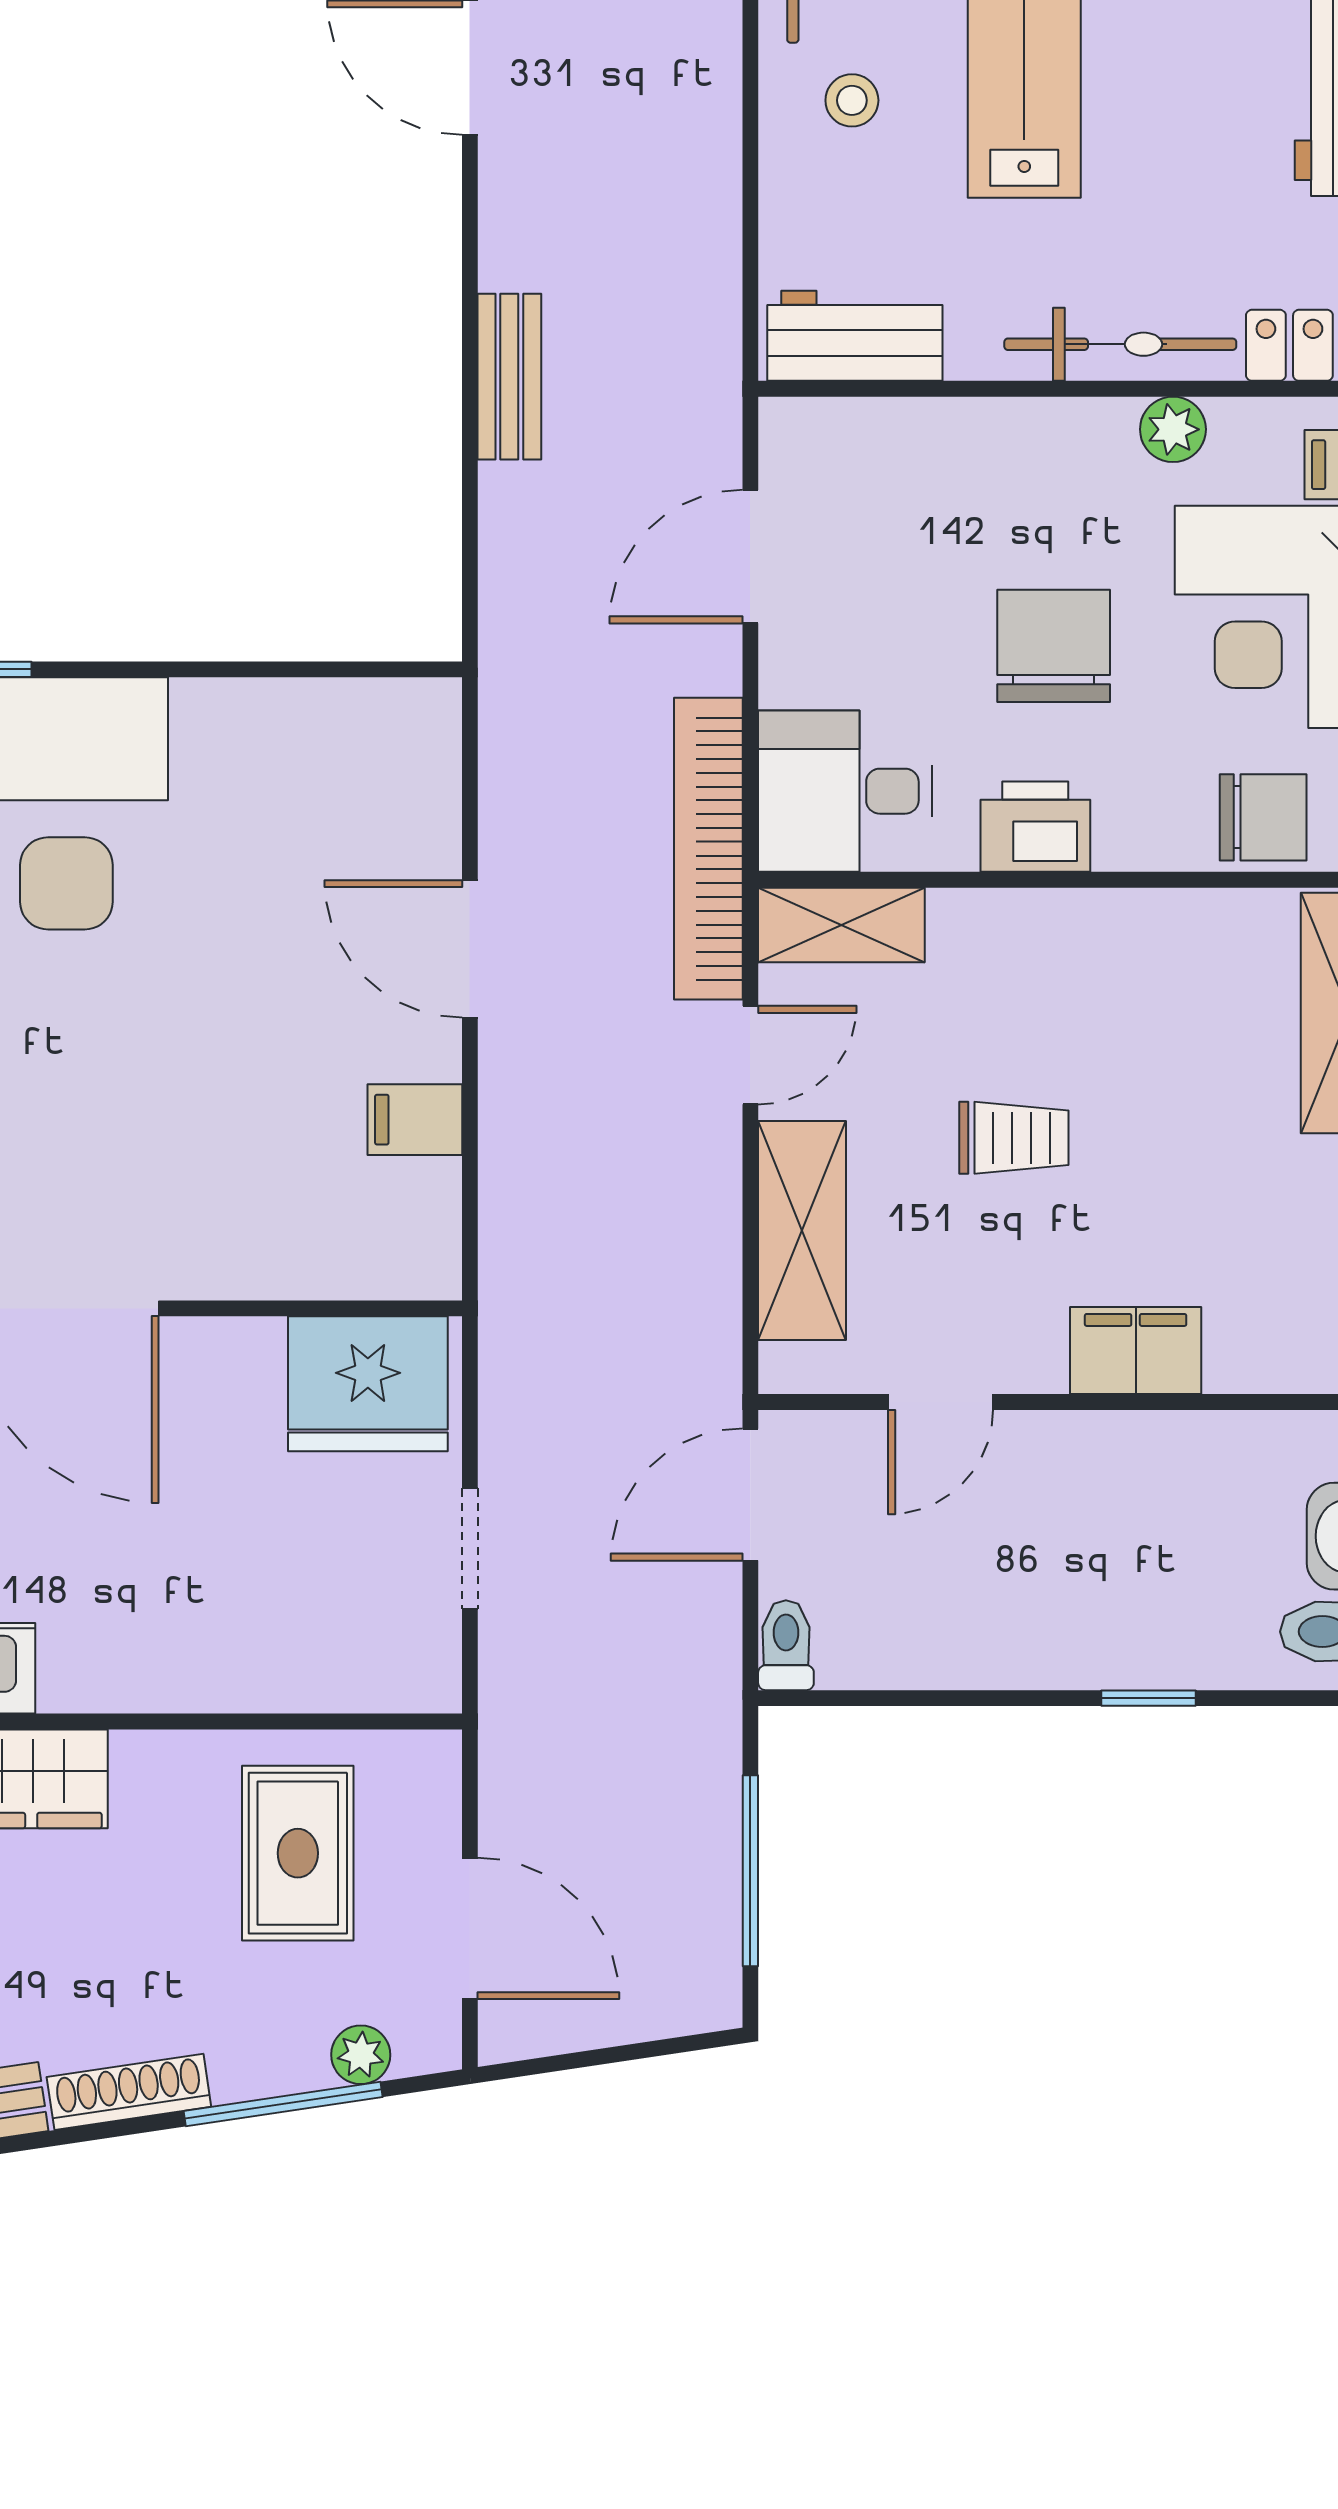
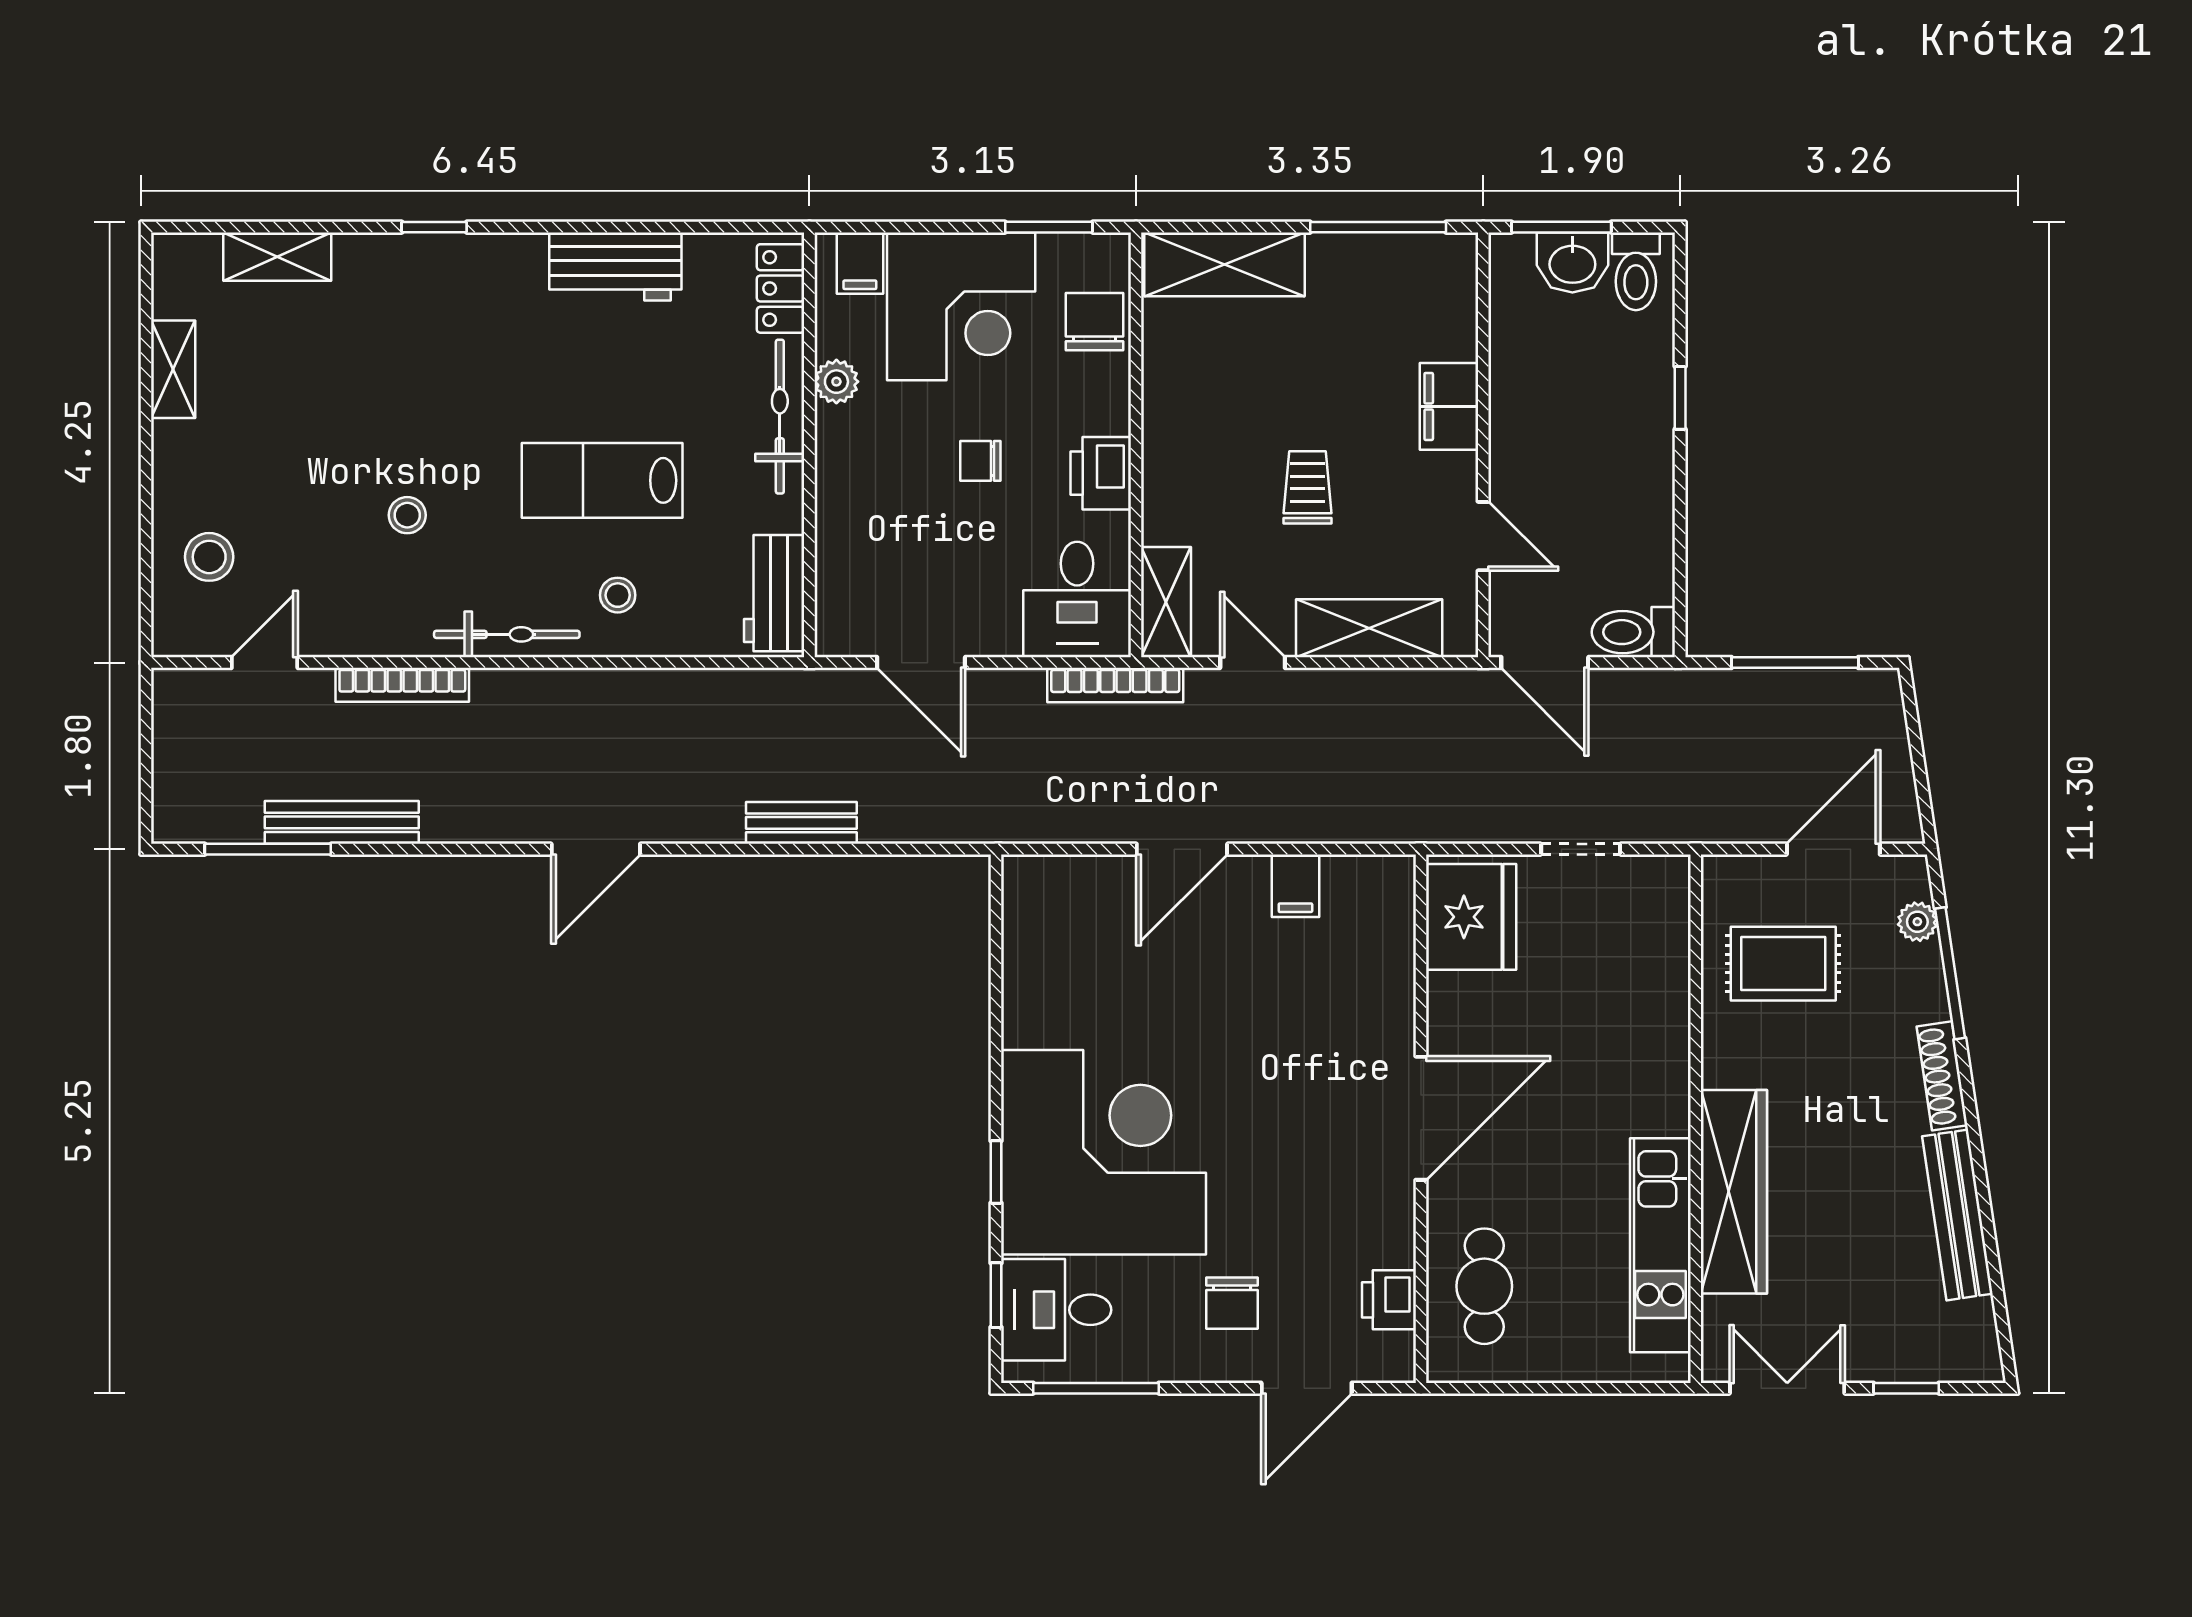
chair: (1054, 646) -> (980, 461), width x0.54, depth x0.54
bookcase: (708, 849) -> (1115, 685), width x0.68, depth x0.76
toilet: (786, 1645) -> (1633, 632), width x1.37, depth x1.39

